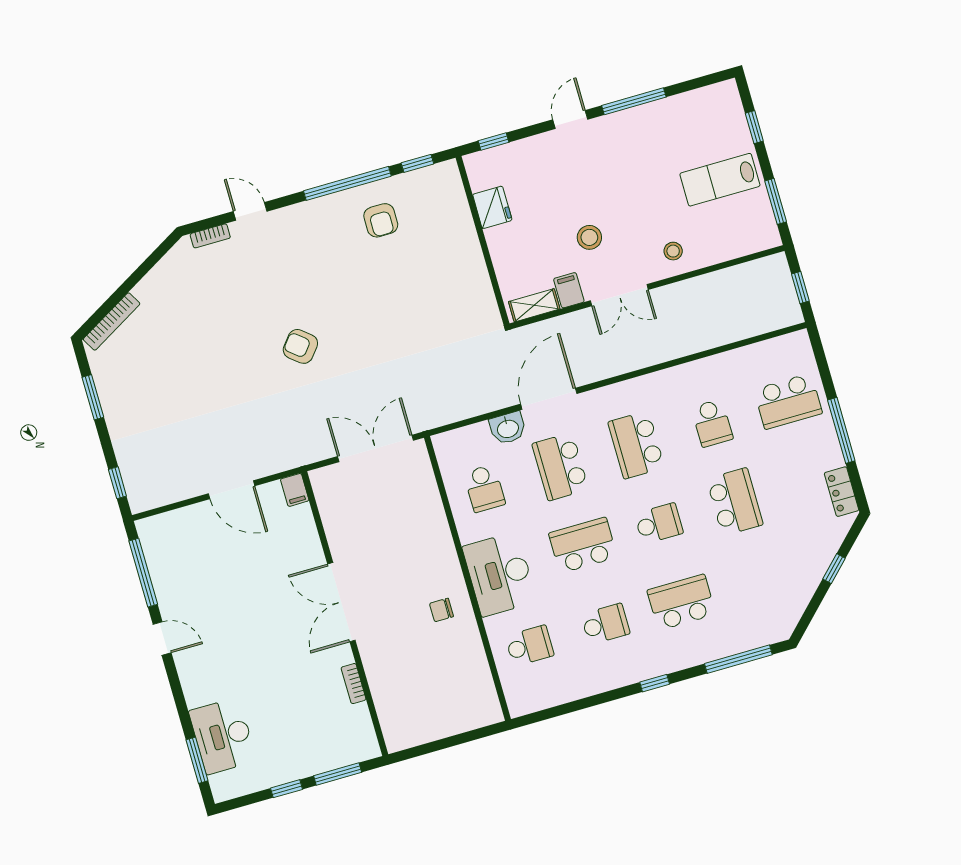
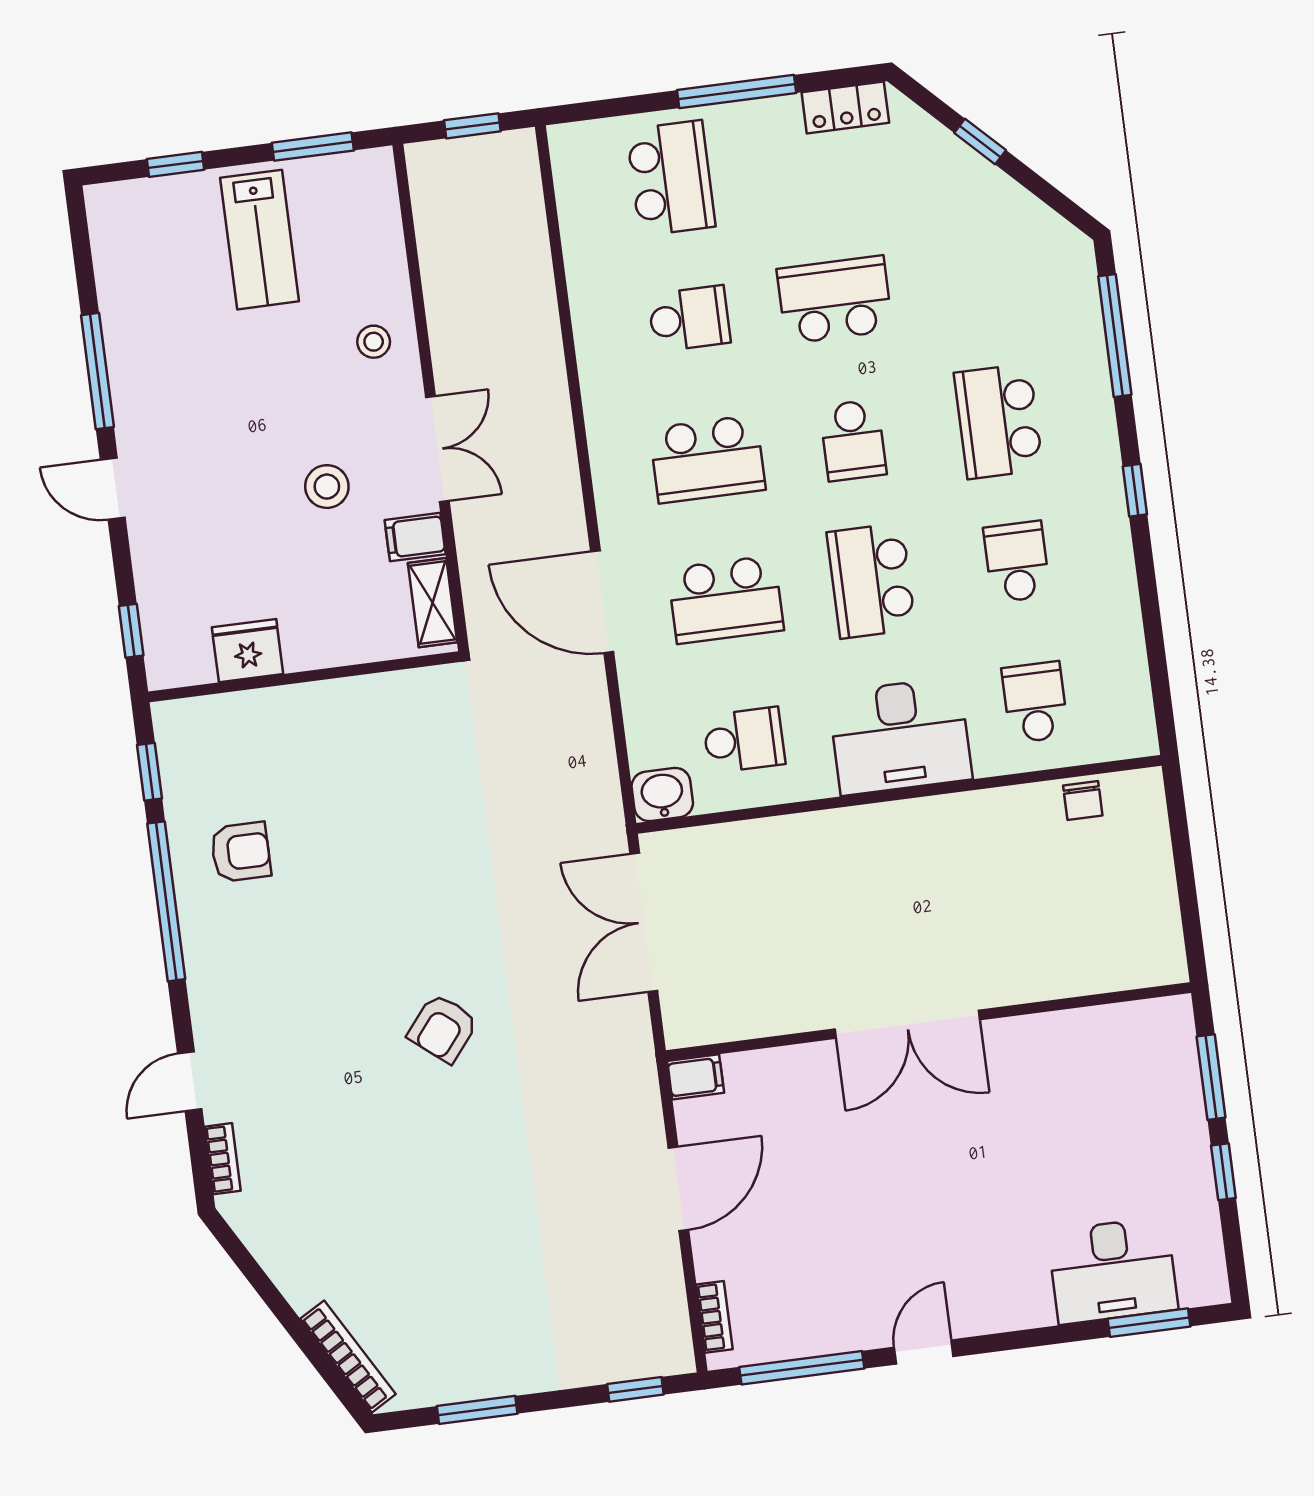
washbasin: (508, 428) -> (662, 795), moved, turned -90
school desk: (659, 524) -> (853, 440), turned 180
chair: (441, 610) -> (1083, 800), moved
bookcase: (354, 684) -> (714, 1317), moved, turned -90

